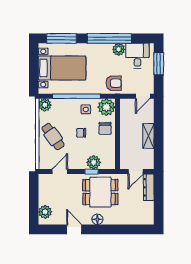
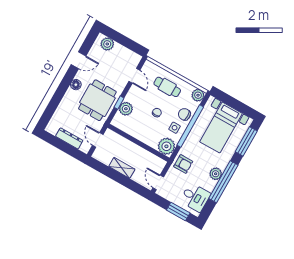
plant: (119, 49) -> (216, 174), moved
armchair: (114, 83) -> (183, 164), turned -90
chair: (105, 128) -> (184, 114), moved
cafe table: (53, 137) -> (167, 87), turned 35
dresser: (149, 187) -> (69, 138), moved

